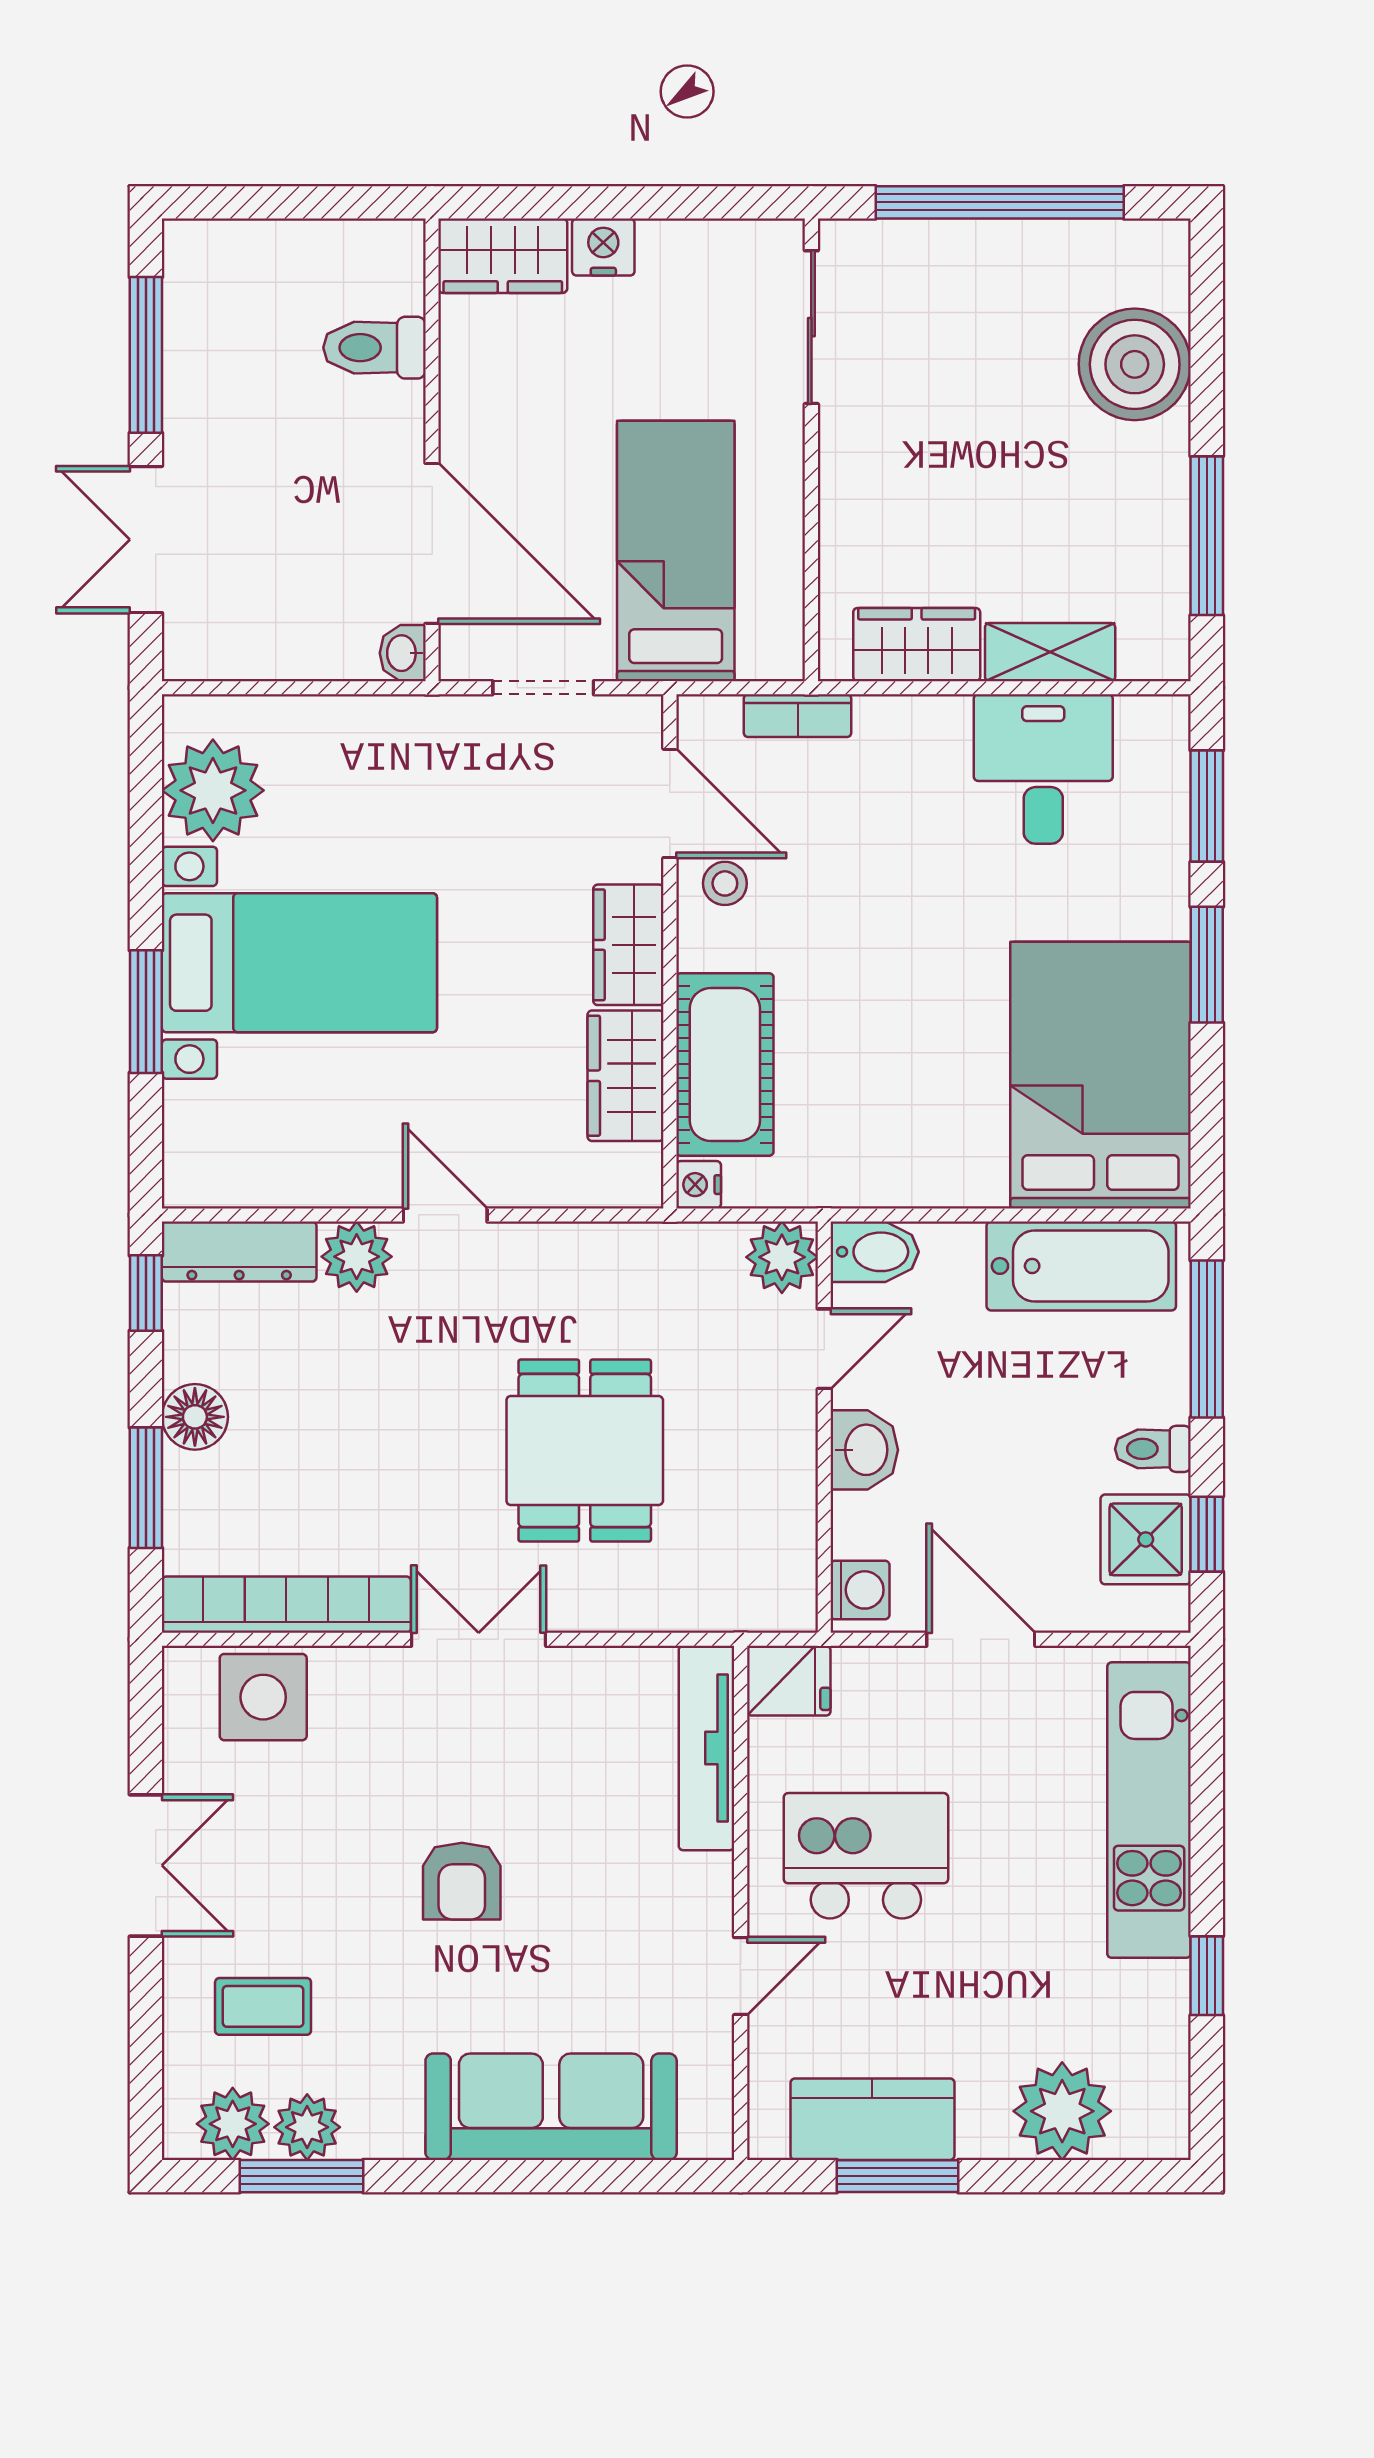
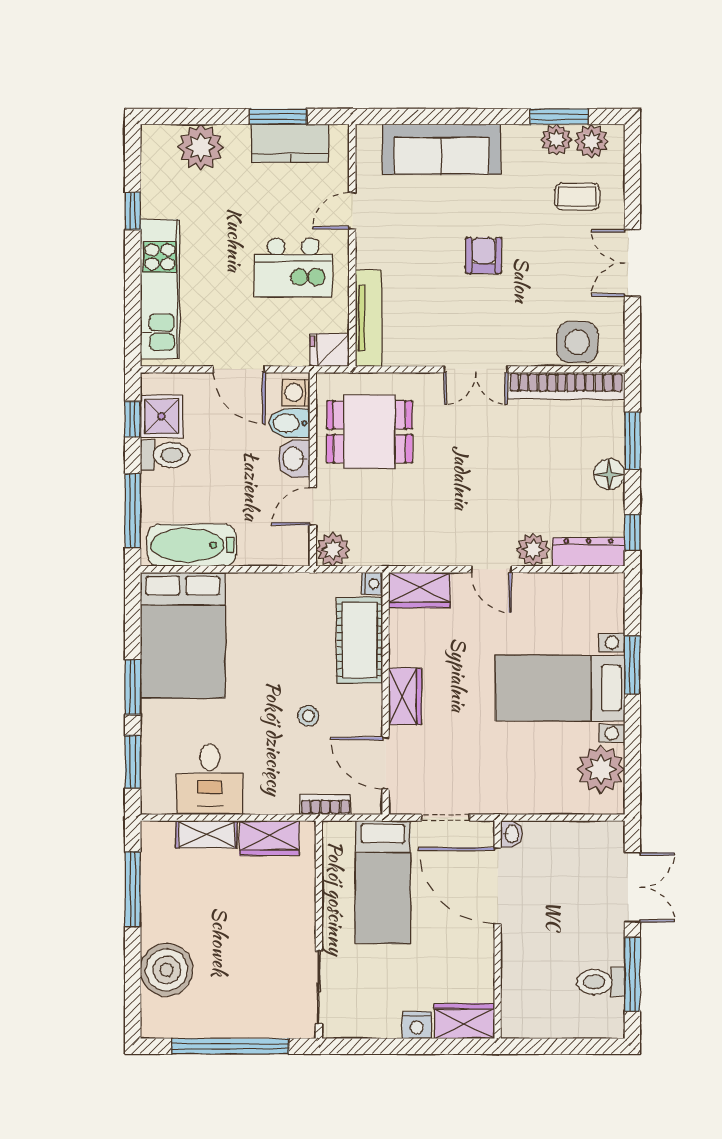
toilet: (374, 348) -> (601, 982), moved, turned 180
stool: (725, 883) -> (308, 716), moved
wardrobe: (626, 1076) -> (419, 590), moved, turned 90
bidet: (875, 1252) -> (289, 423), moved
toilet: (1153, 1449) -> (165, 455), width x1.37, depth x1.39
dining table: (585, 1451) -> (370, 432), moved, turned 90

